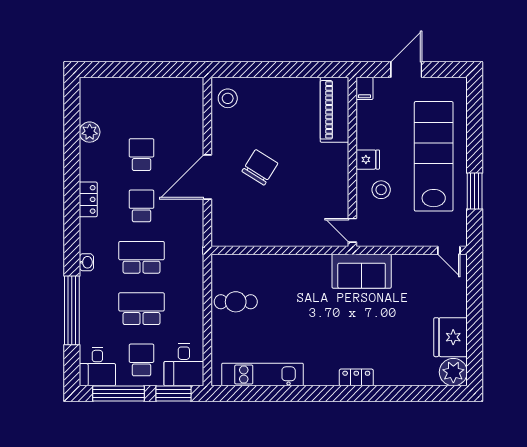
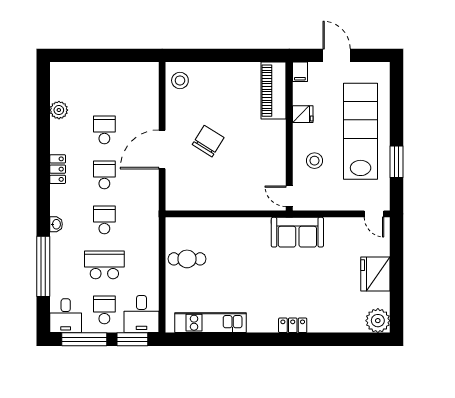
door: (406, 70) -> (337, 55), hinge flipped
fridge: (368, 160) -> (303, 114), moved
school desk: (141, 257) -> (104, 220), width x0.54
fridge: (451, 337) -> (375, 274), moved

